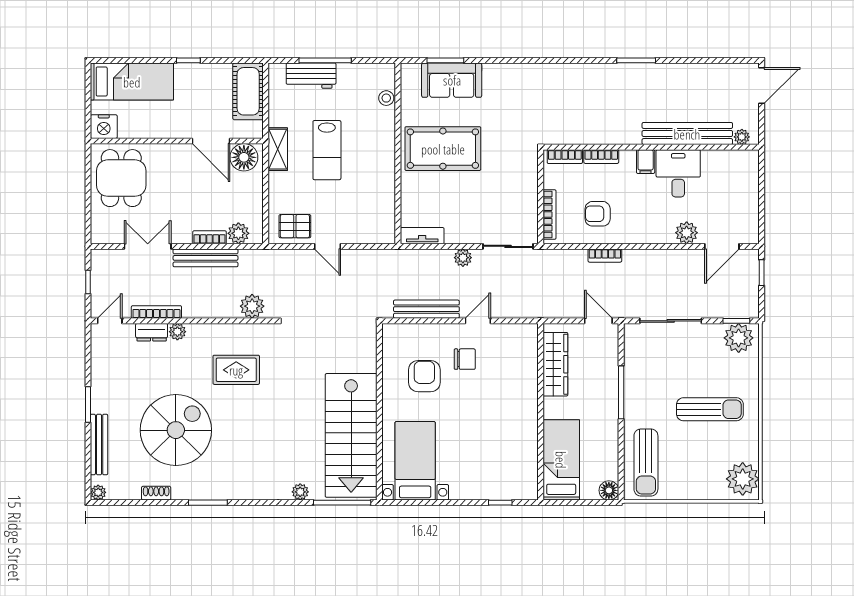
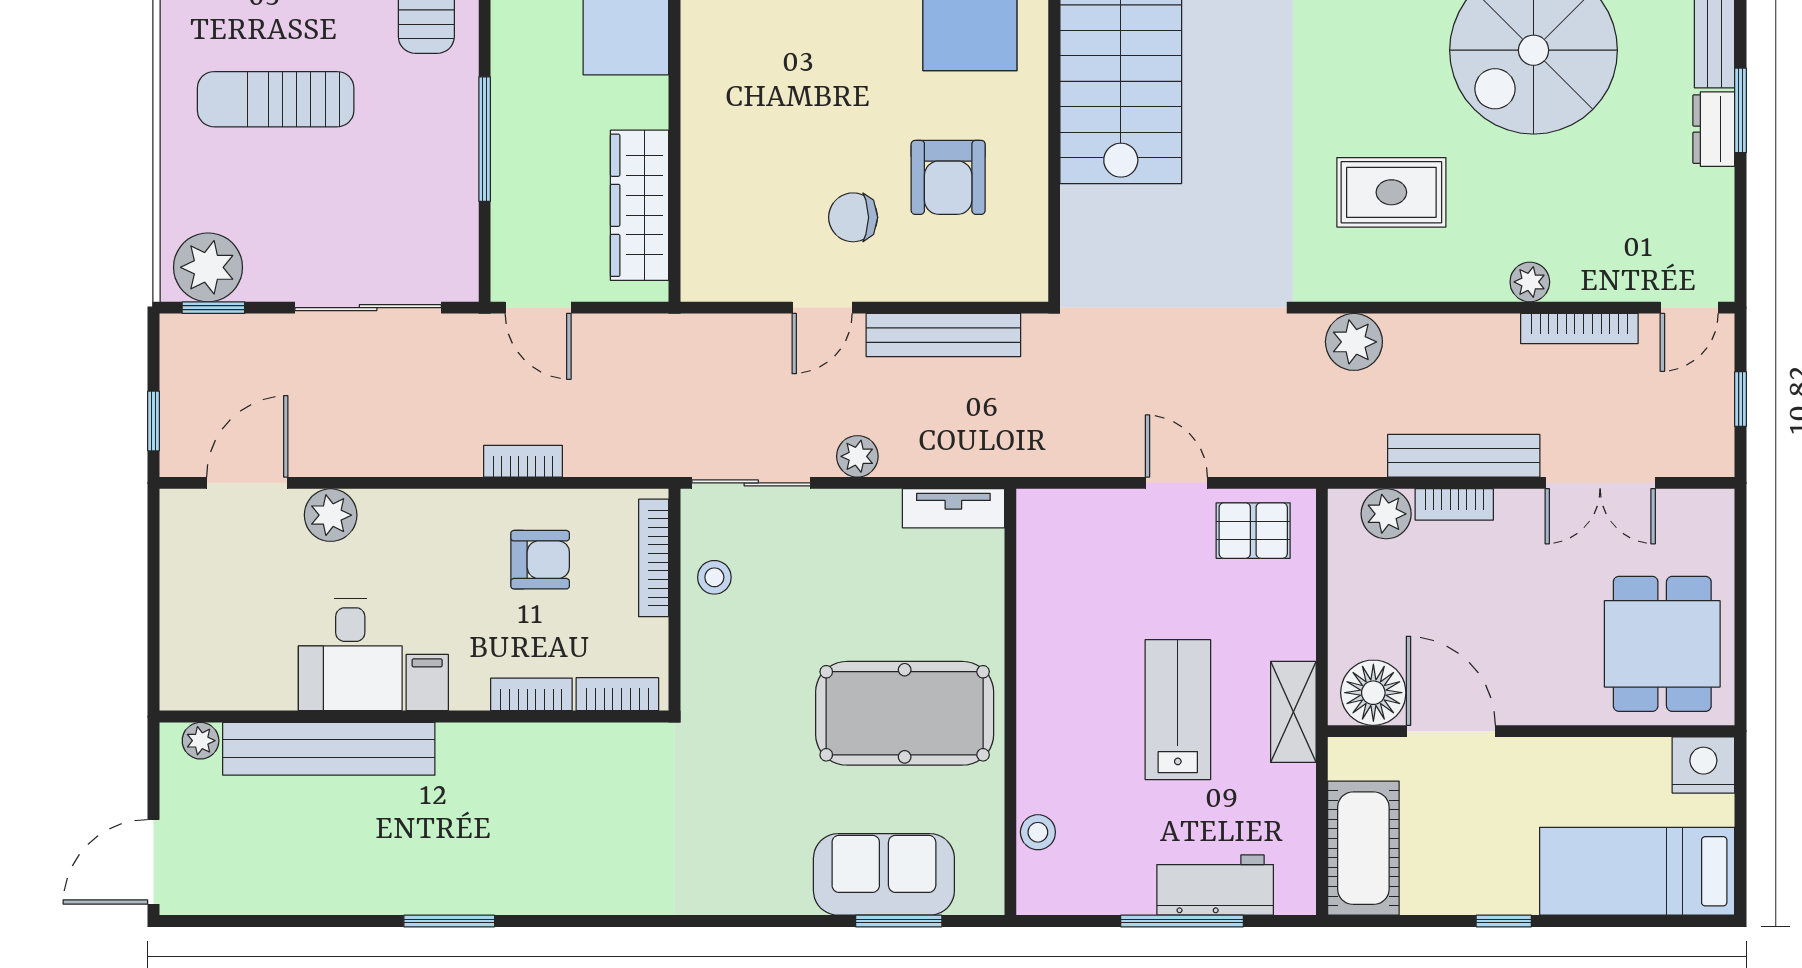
stool: (524, 206) -> (714, 577), added
dresser: (152, 332) -> (1714, 129), moved, turned -90

